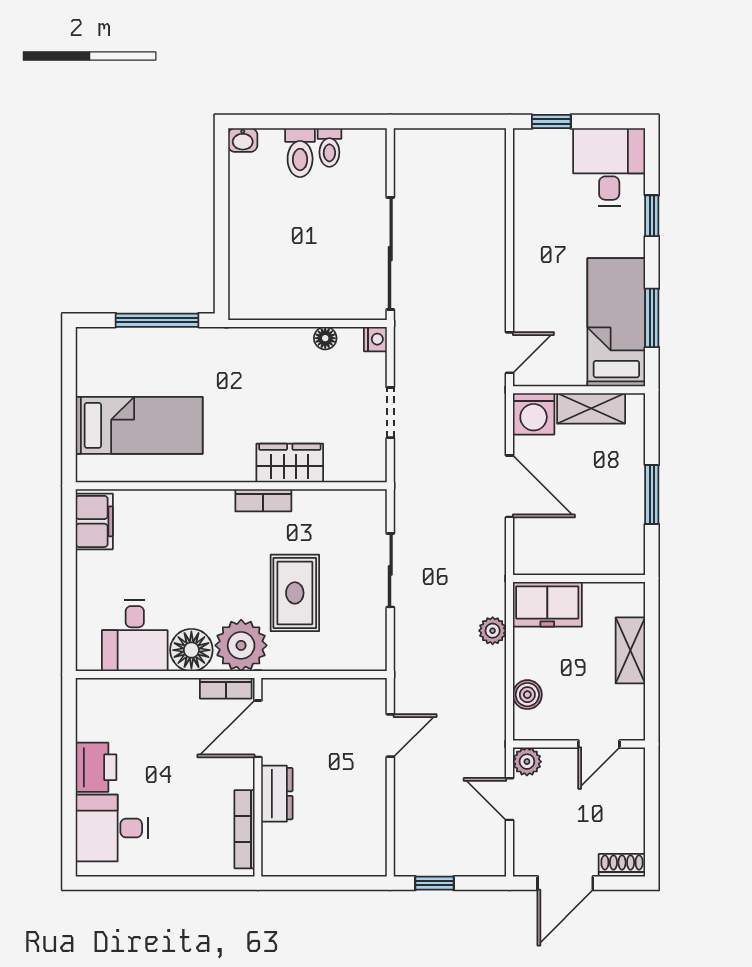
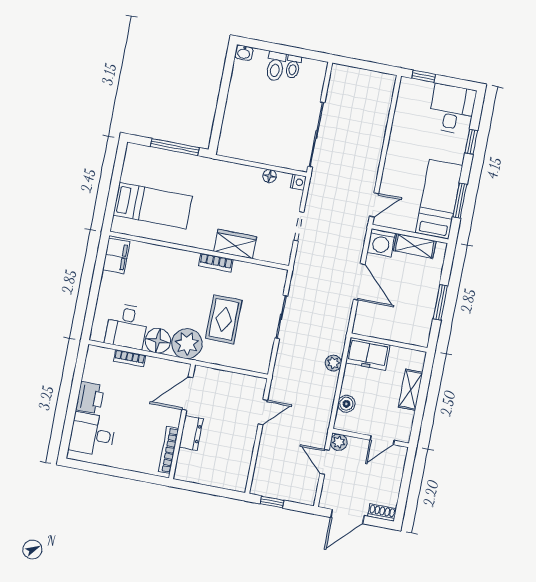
bookcase: (226, 688) -> (130, 358), moved

